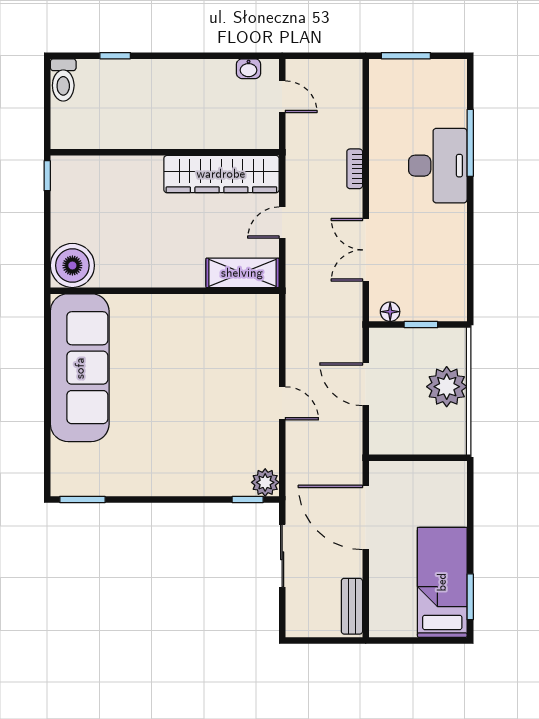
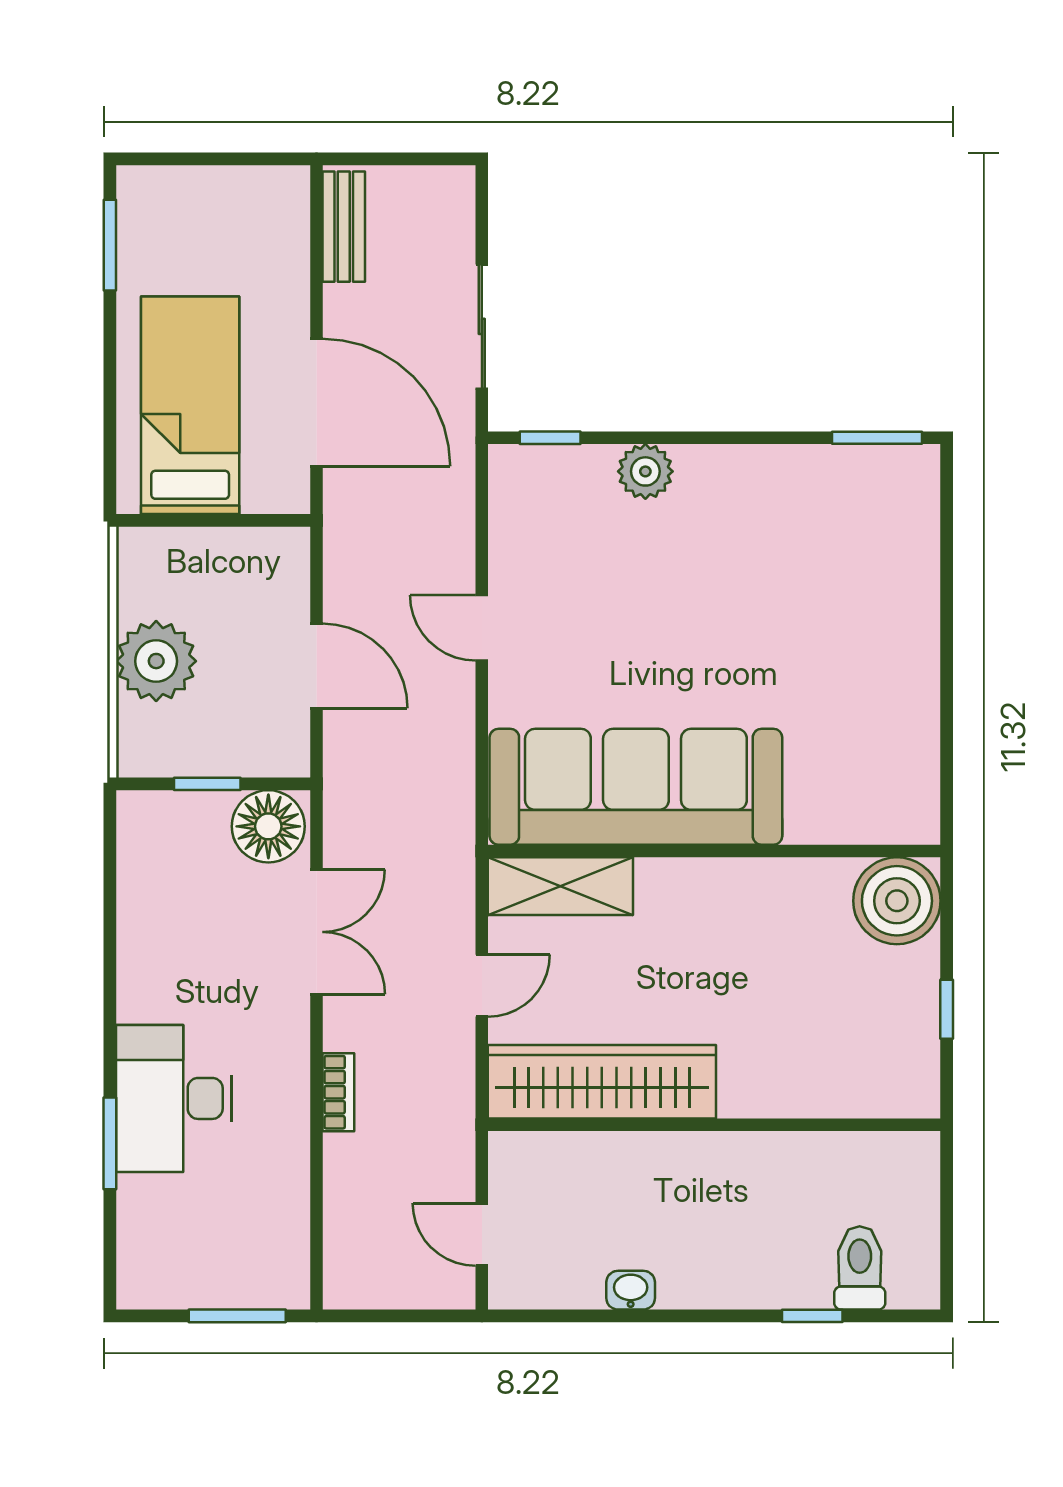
washbasin: (249, 69) -> (631, 1290), moved
toilet: (63, 80) -> (860, 1268), moved
window: (470, 143) -> (110, 1143), width x0.69
window: (47, 176) -> (947, 1009), moved
floor lamp: (390, 312) -> (268, 826), width x1.89, depth x1.89
sofa: (80, 368) -> (636, 787), moved, turned 90
plant: (265, 482) -> (645, 471), moved
bed: (442, 582) -> (190, 405), moved, turned 180

